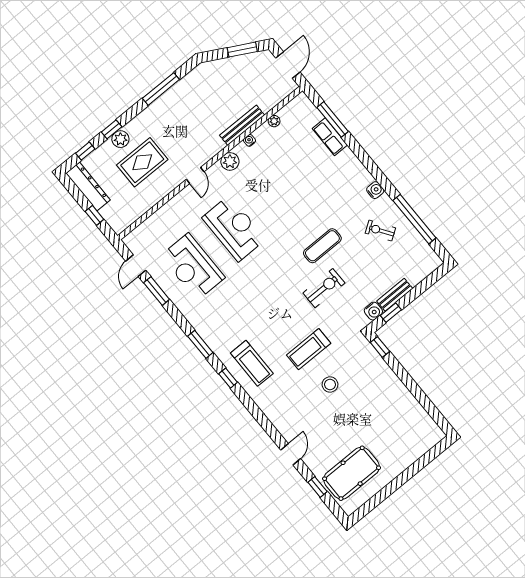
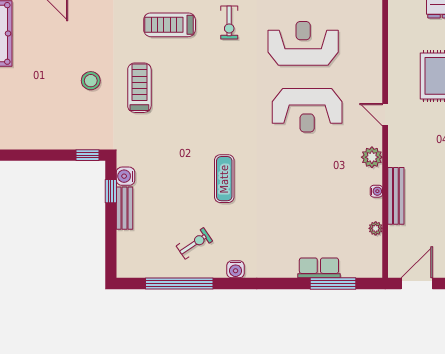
door: (288, 65) -> (417, 284), swing flipped
exercise bike: (324, 288) -> (229, 23), moved, width x0.73, depth x0.72

